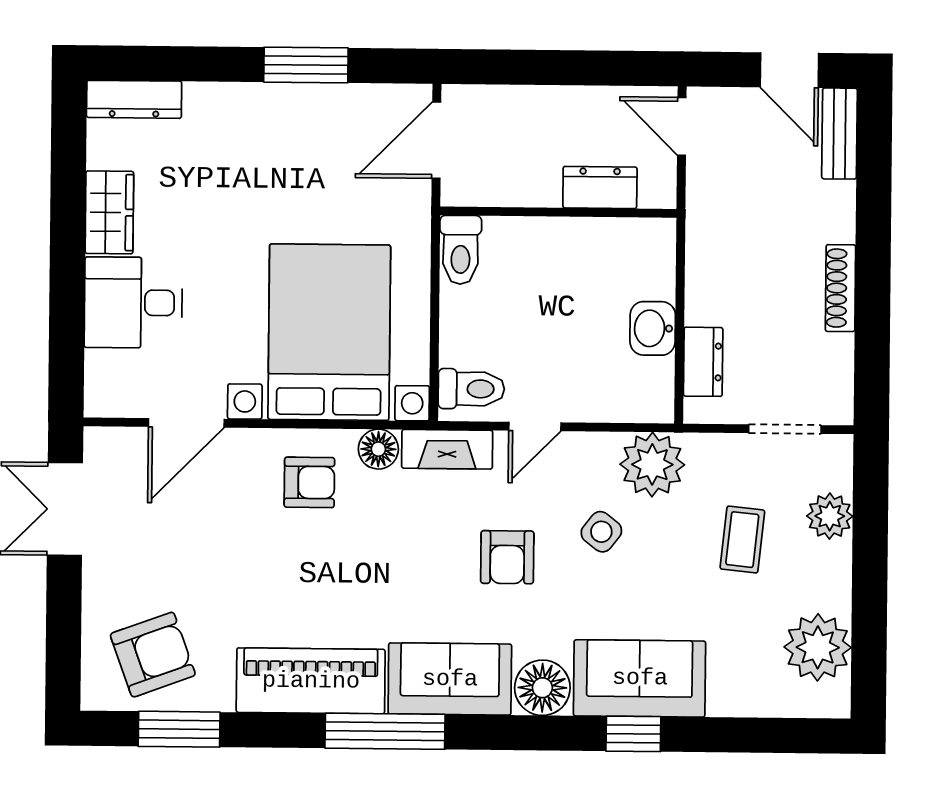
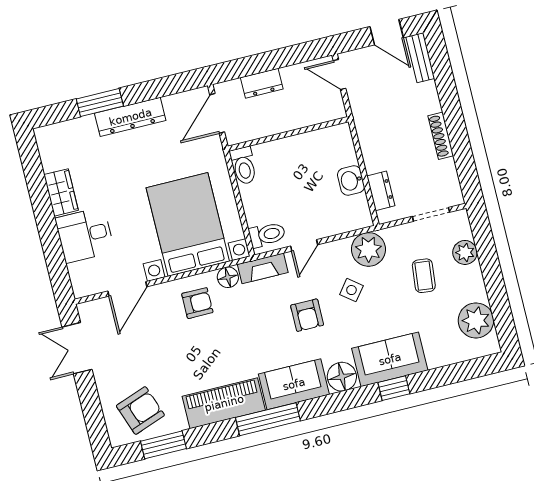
window: (306, 65) -> (100, 102), moved
dresser: (134, 99) -> (130, 117), moved, width x1.37, depth x1.24
dresser: (600, 187) -> (262, 83), moved, turned 180

